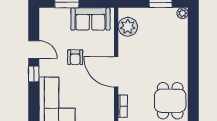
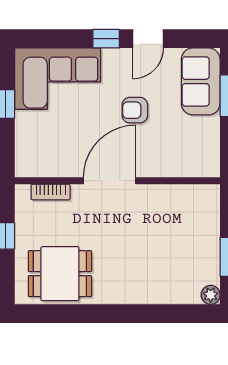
sofa: (90, 19) -> (201, 81), moved
plant: (128, 27) -> (187, 201), removed

